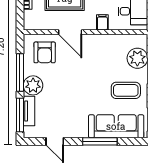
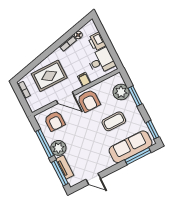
armchair: (95, 49) -> (89, 101), added
coffee table: (126, 90) -> (114, 121), moved
window: (100, 141) -> (138, 156), moved

